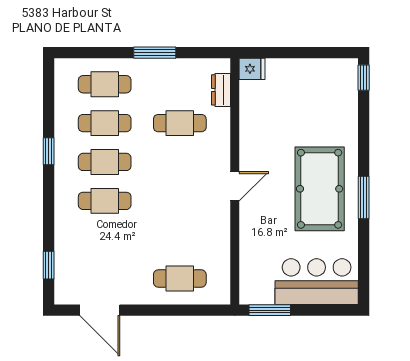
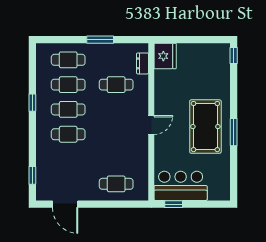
fridge: (252, 69) -> (165, 56), width x1.88, depth x1.34
bar counter: (317, 282) -> (181, 186), moved
window: (270, 310) -> (174, 204), width x0.67

